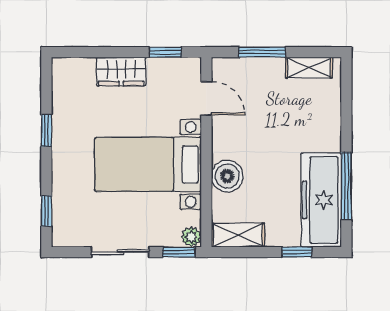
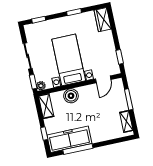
wardrobe: (121, 71) -> (103, 20), moved

